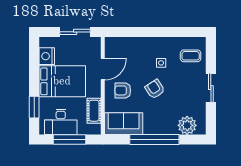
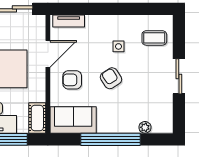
tv unit: (120, 42) -> (69, 21), added
cot: (94, 111) -> (37, 118), moved
plant: (187, 125) -> (145, 127), width x0.53, depth x0.53

